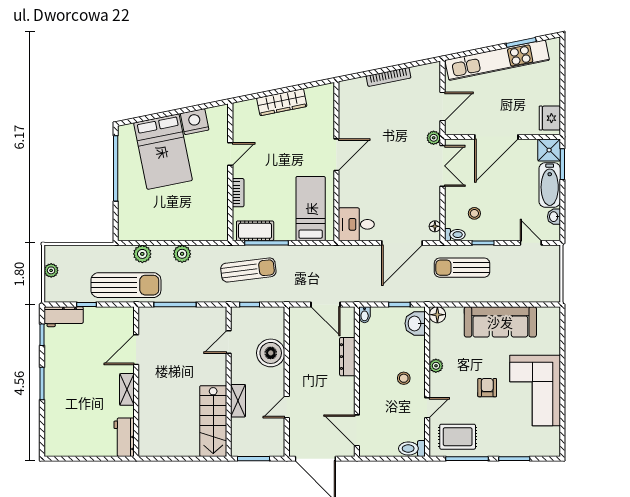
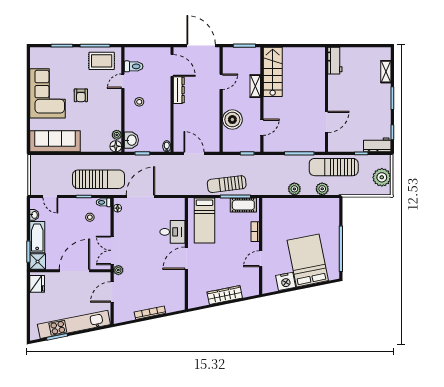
desk: (356, 224) -> (172, 232), moved
sun lounger: (462, 268) -> (99, 179), width x1.36, depth x1.34
plant: (51, 270) -> (382, 177), width x1.87, depth x1.87
sun lounger: (248, 270) -> (227, 184), moved
sofa: (500, 322) -> (55, 141), moved
dresser: (347, 357) -> (179, 90), moved
plant: (436, 366) -> (117, 135), moved
shelving: (127, 389) -> (386, 72), moved
toilet: (412, 448) -> (134, 66), moved

